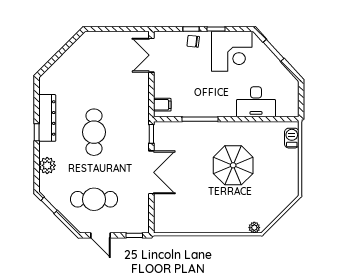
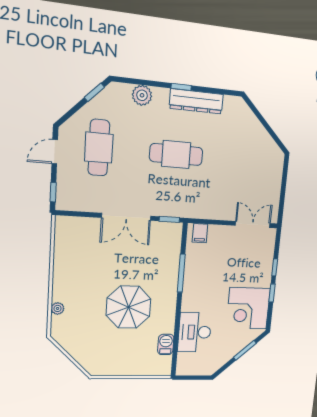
chair: (193, 41) -> (262, 269), removed
barbecue: (292, 138) -> (166, 344), moved, turned -90
plant: (254, 228) -> (58, 308), moved

